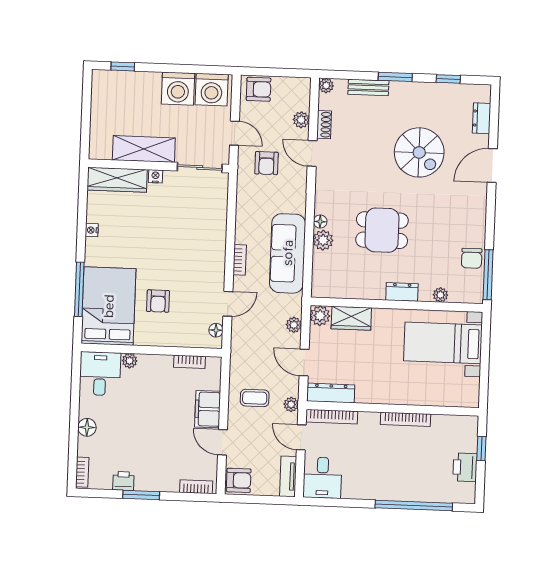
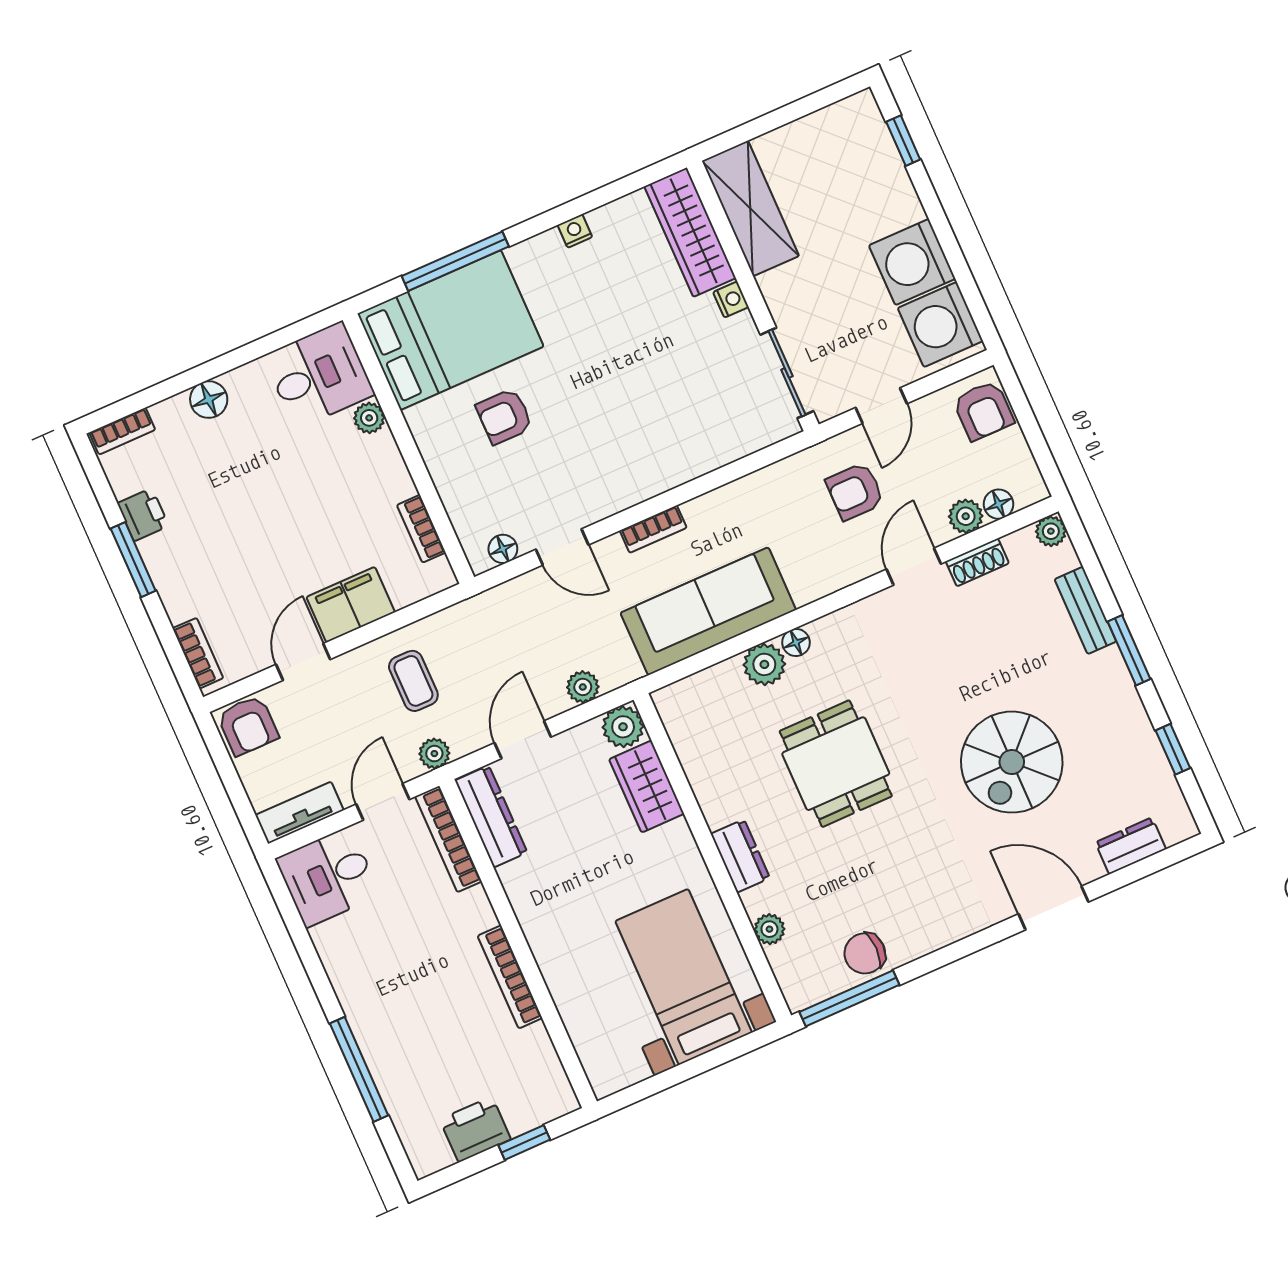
floor lamp: (303, 103) -> (998, 504), added
shelving: (144, 149) -> (750, 208), moved
window: (414, 505) -> (359, 1069), width x0.68

